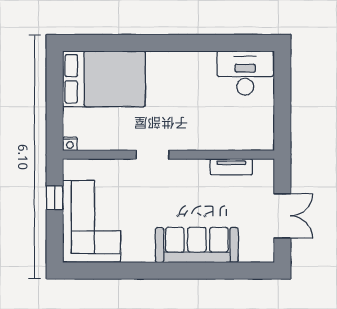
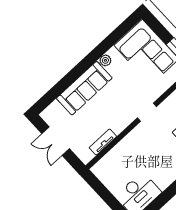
plant: (145, 254) -> (105, 60), added

